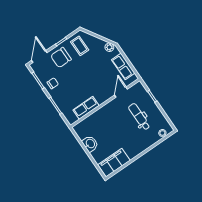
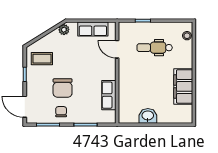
chair: (61, 58) -> (63, 88), moved
filing cabinet: (114, 163) -> (183, 86), moved

